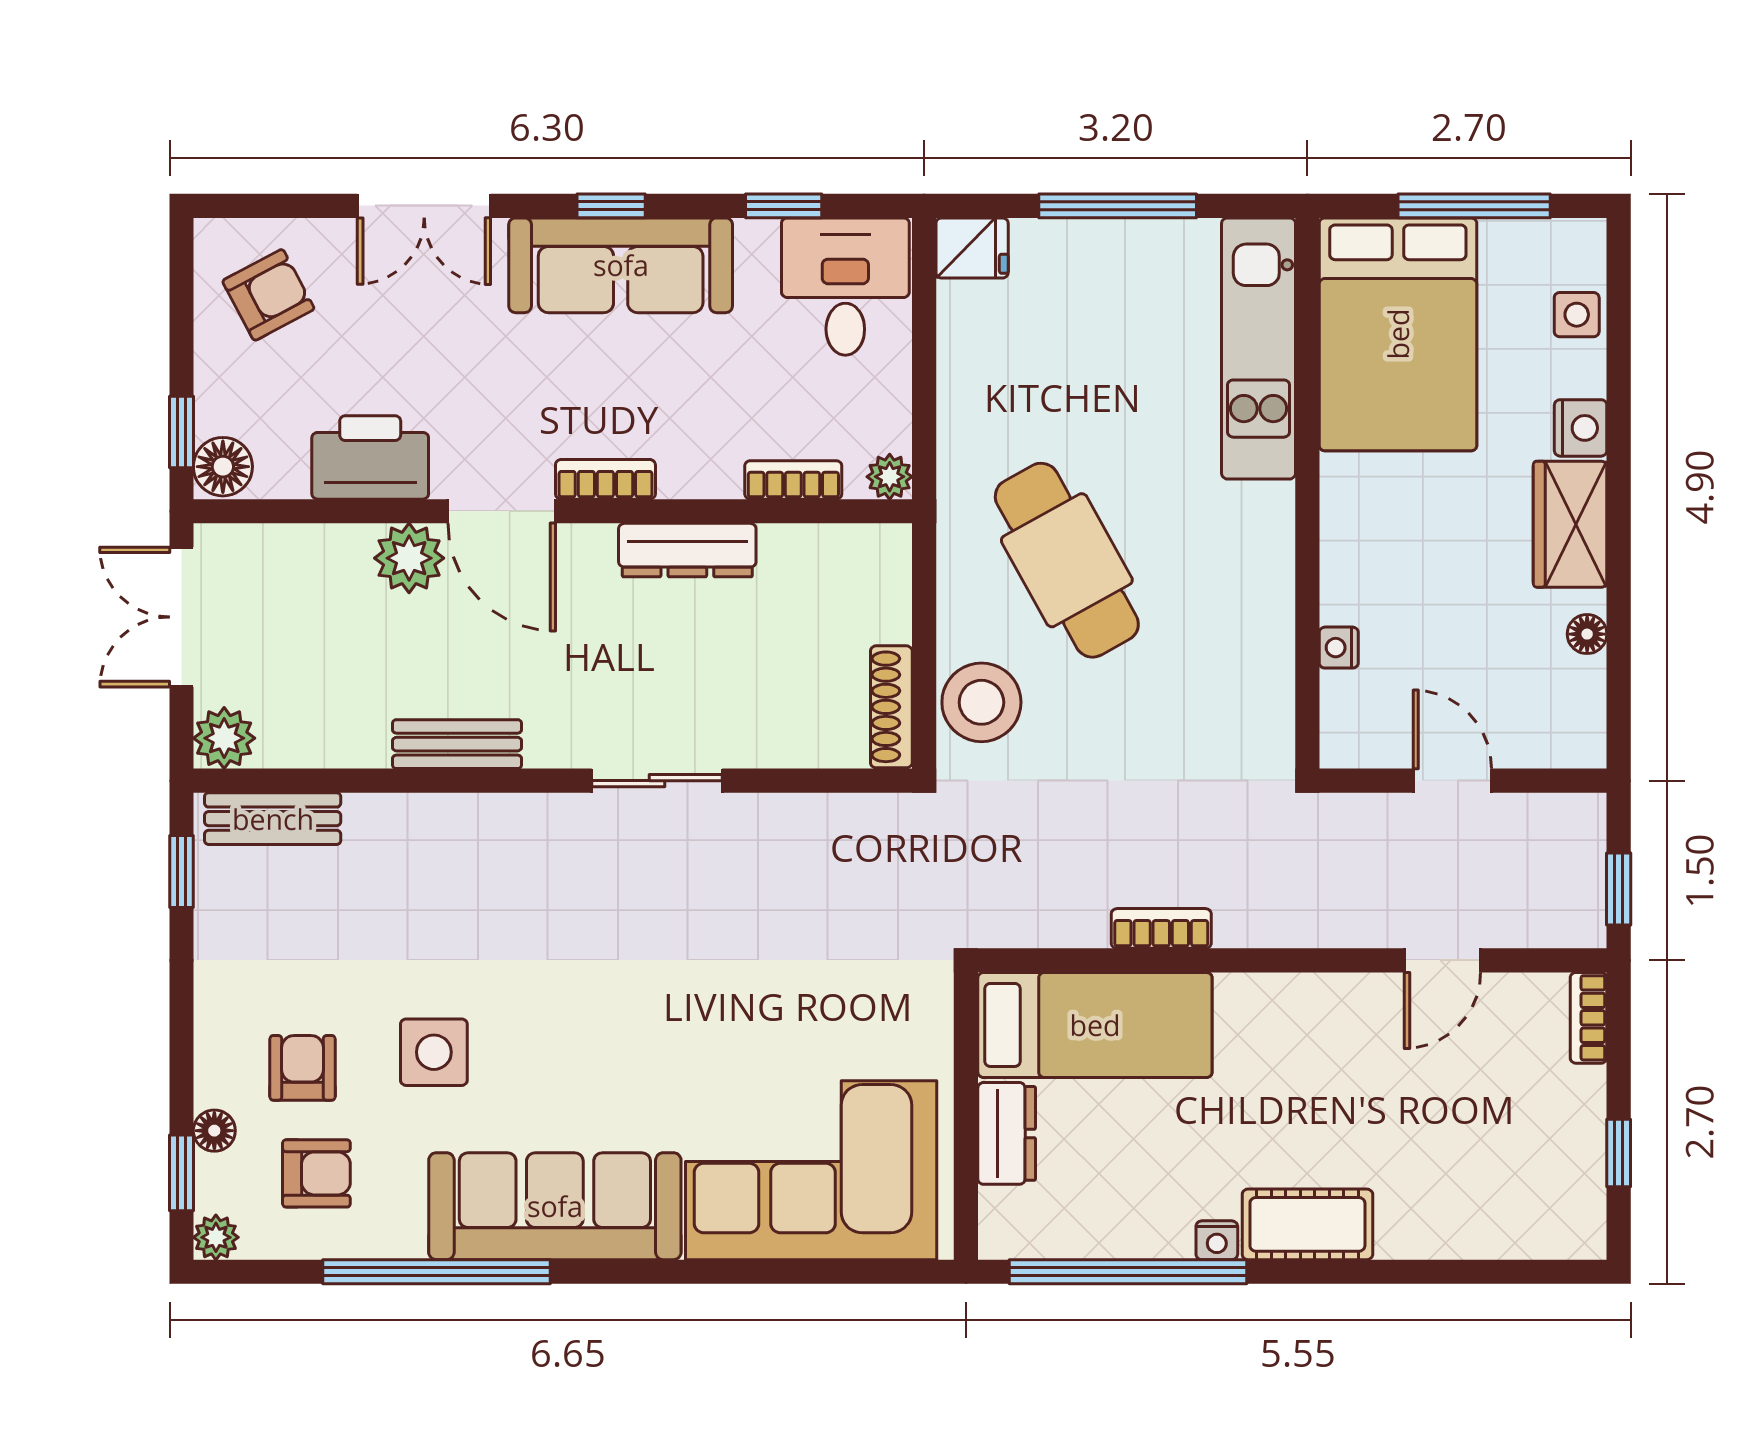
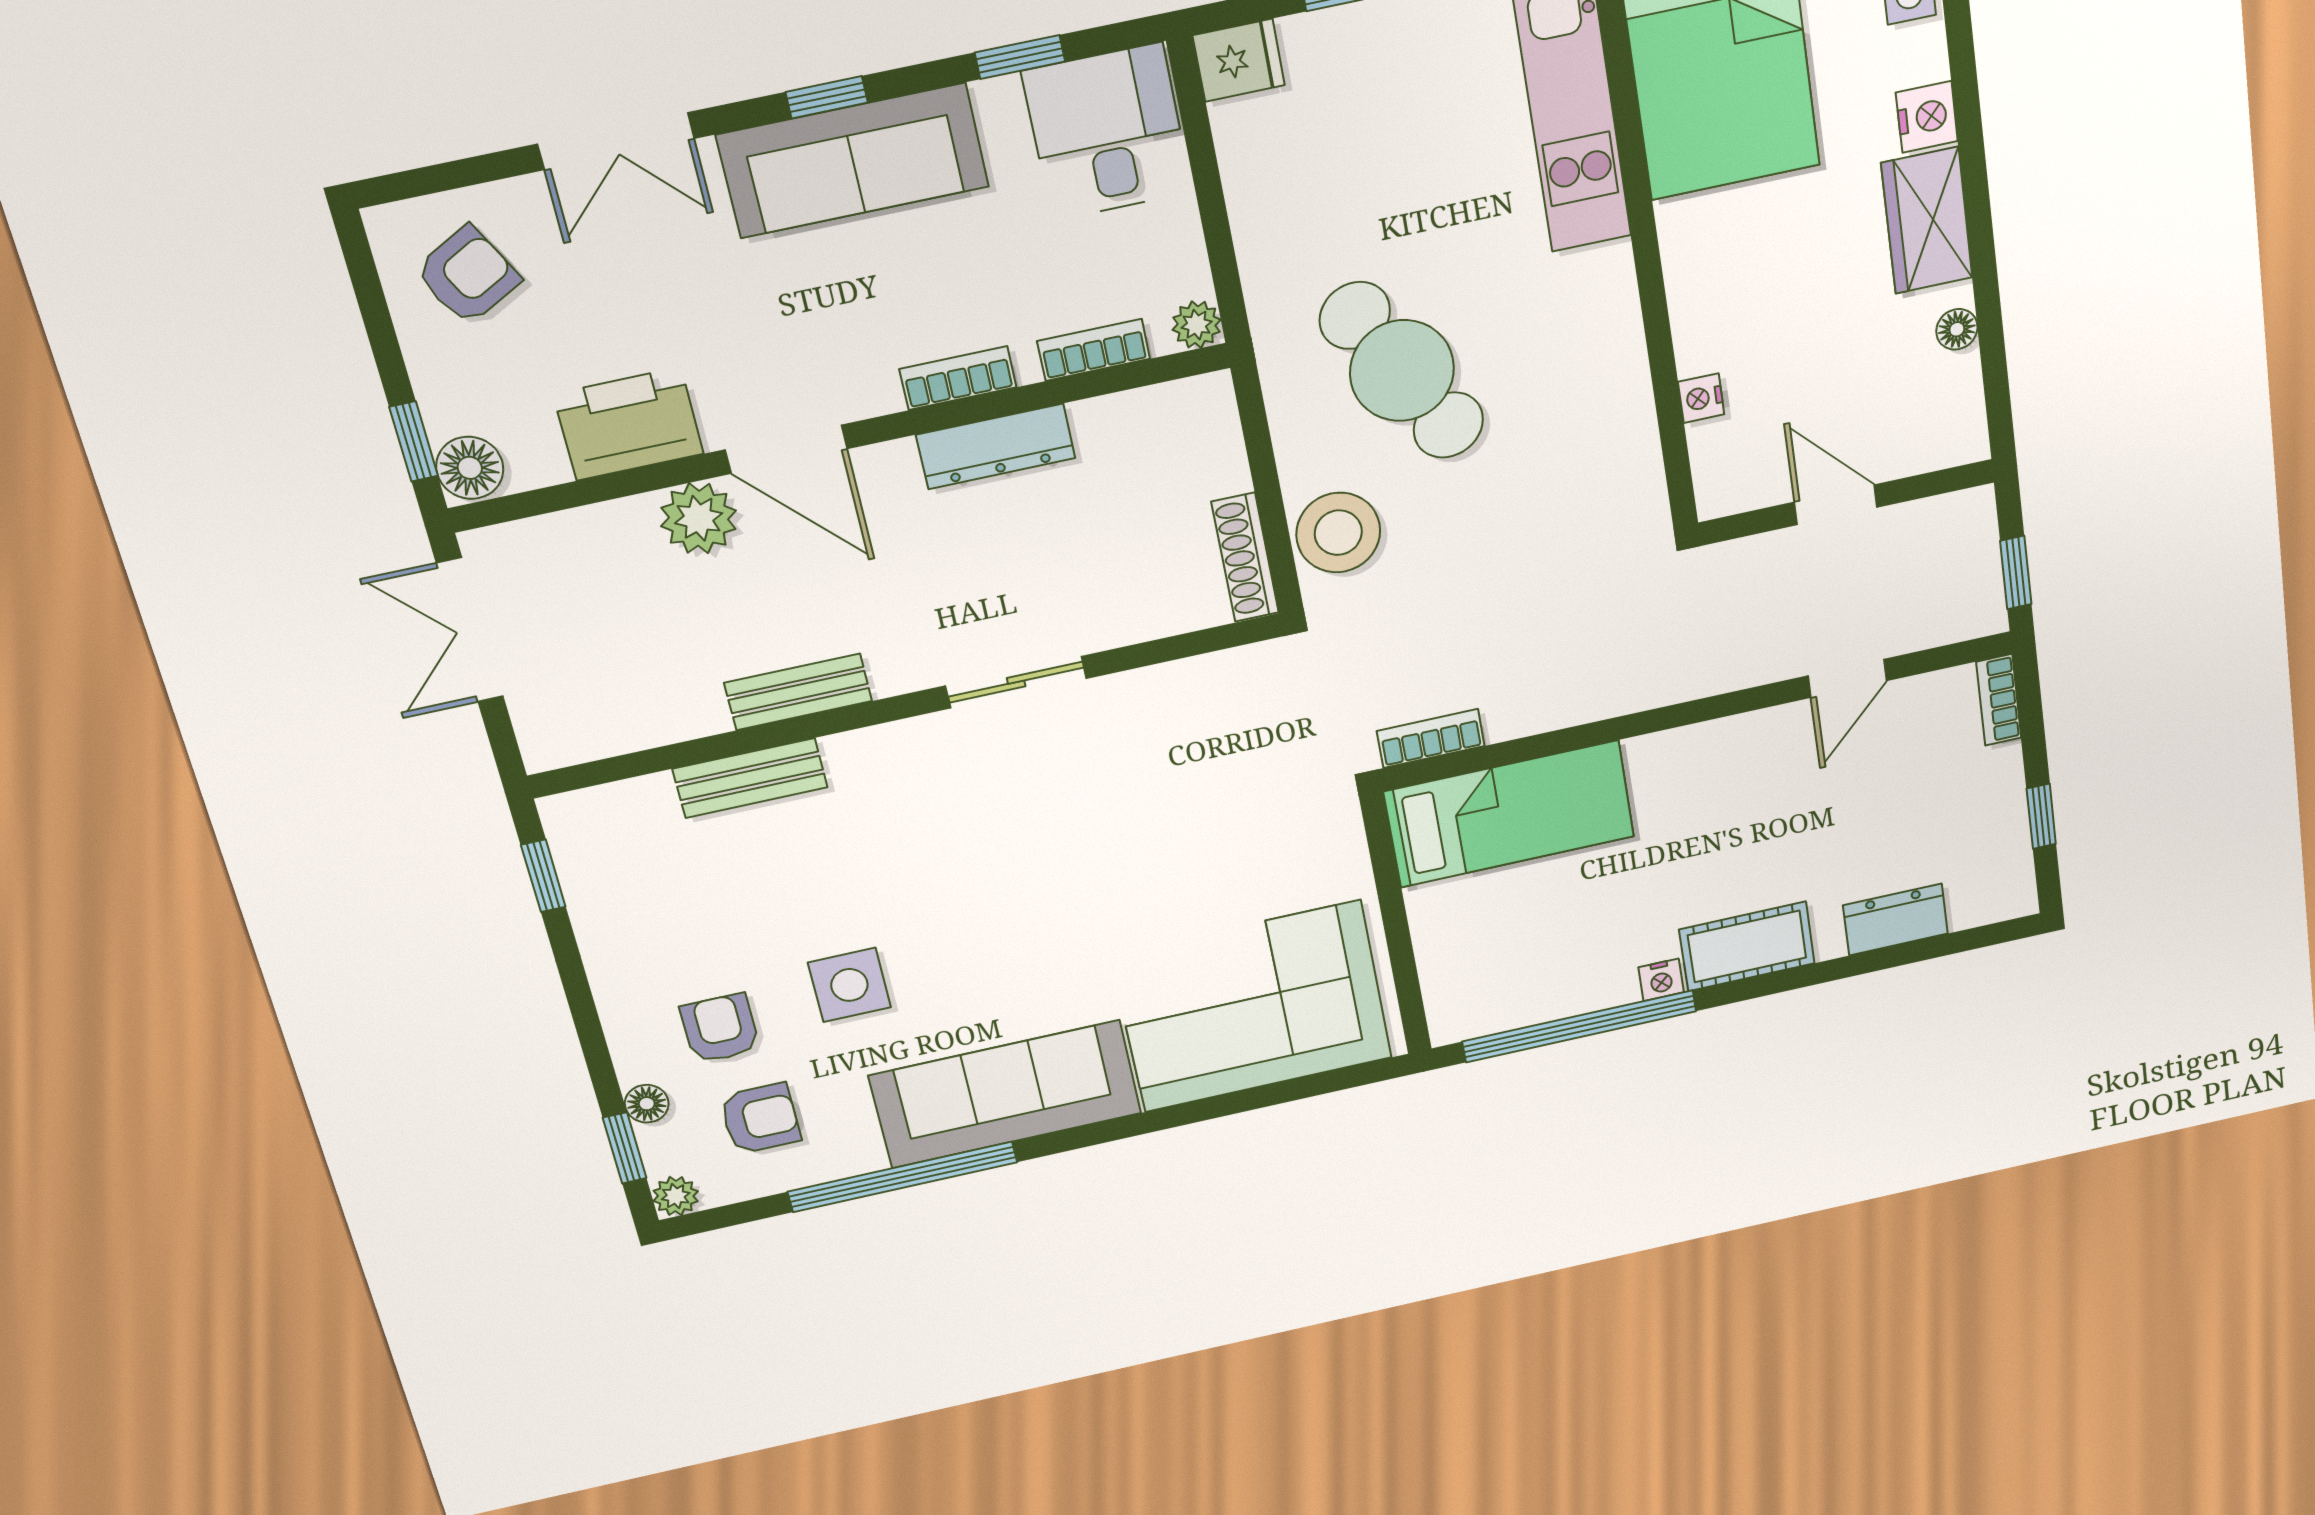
bookcase: (605, 479) -> (958, 378), moved
plant: (224, 738) -> (551, 739), removed
bench: (273, 819) -> (750, 778), moved
bookcase: (1161, 928) -> (1431, 738), moved
dresser: (1007, 1133) -> (1895, 919), moved, turned -90

